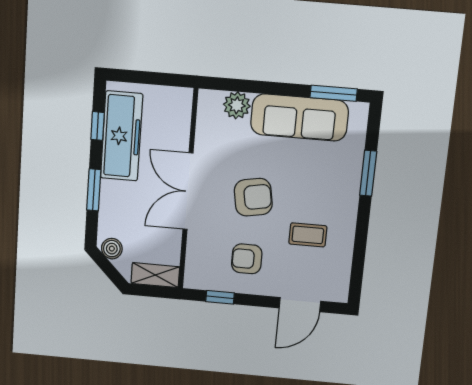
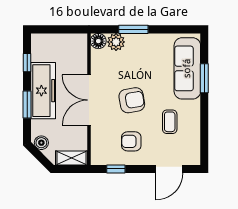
window: (334, 93) -> (133, 29), moved
floor lamp: (209, 101) -> (98, 41), added
sofa: (299, 117) -> (187, 68), moved, turned 90
freezer: (122, 136) -> (43, 91), moved
coffee table: (308, 235) -> (170, 122), turned 90

